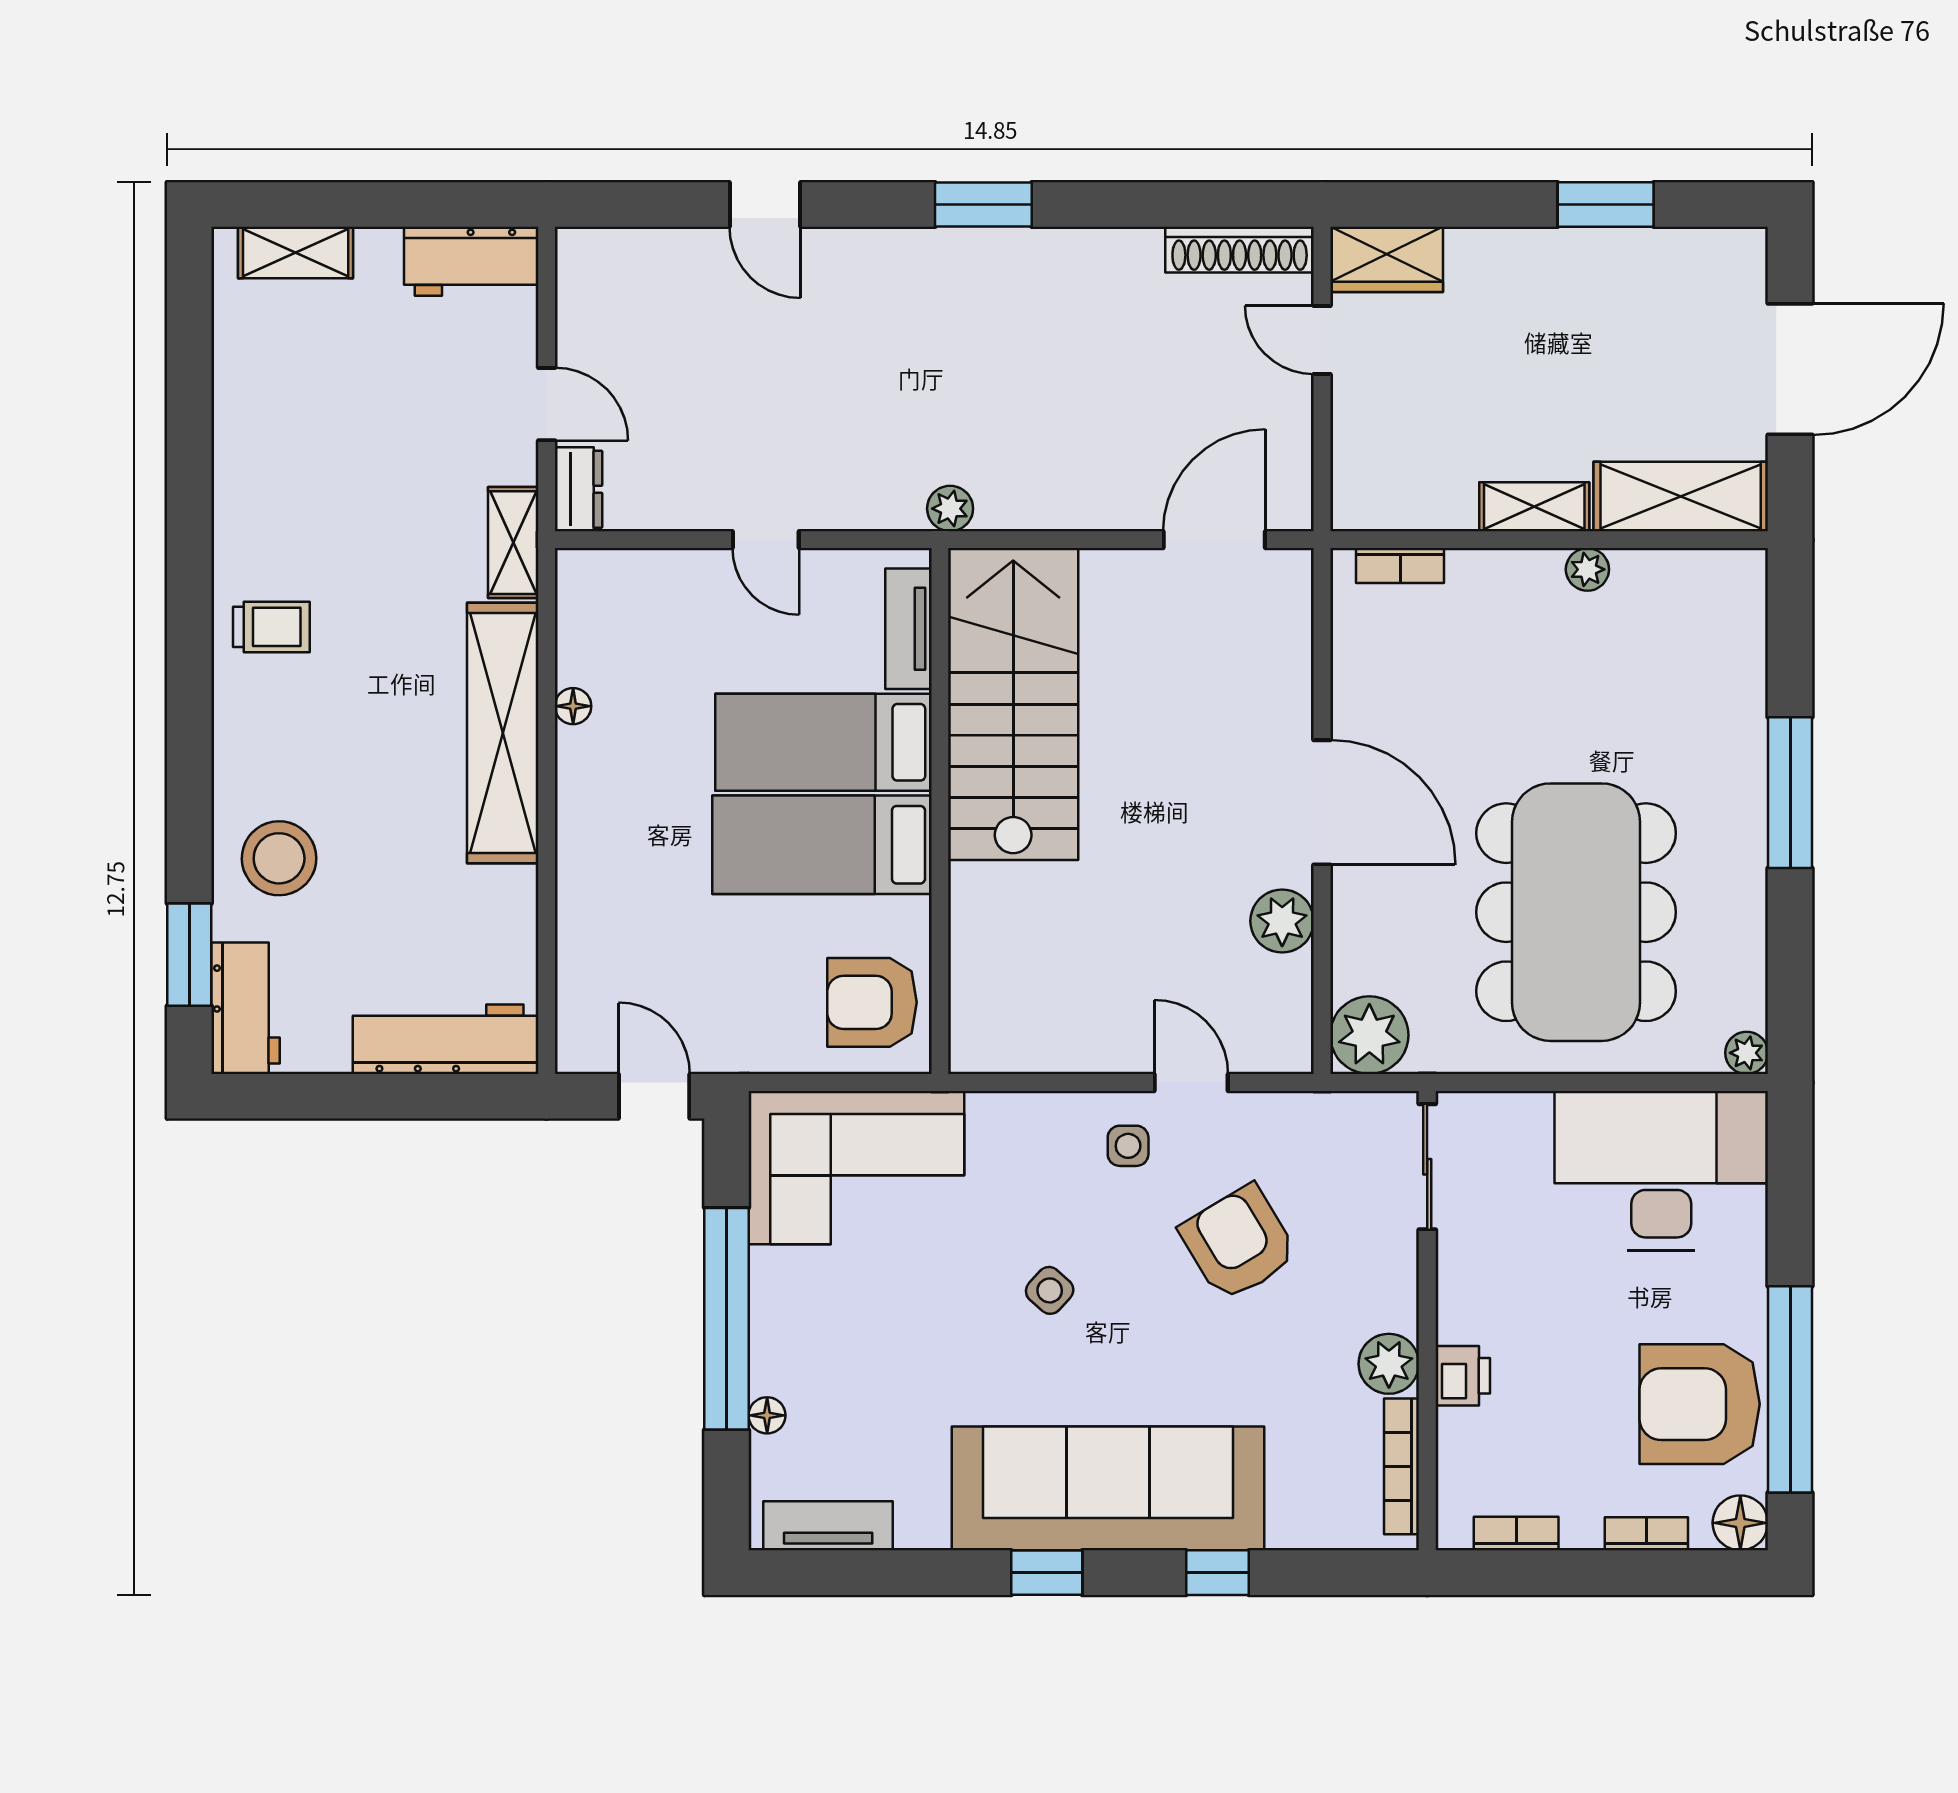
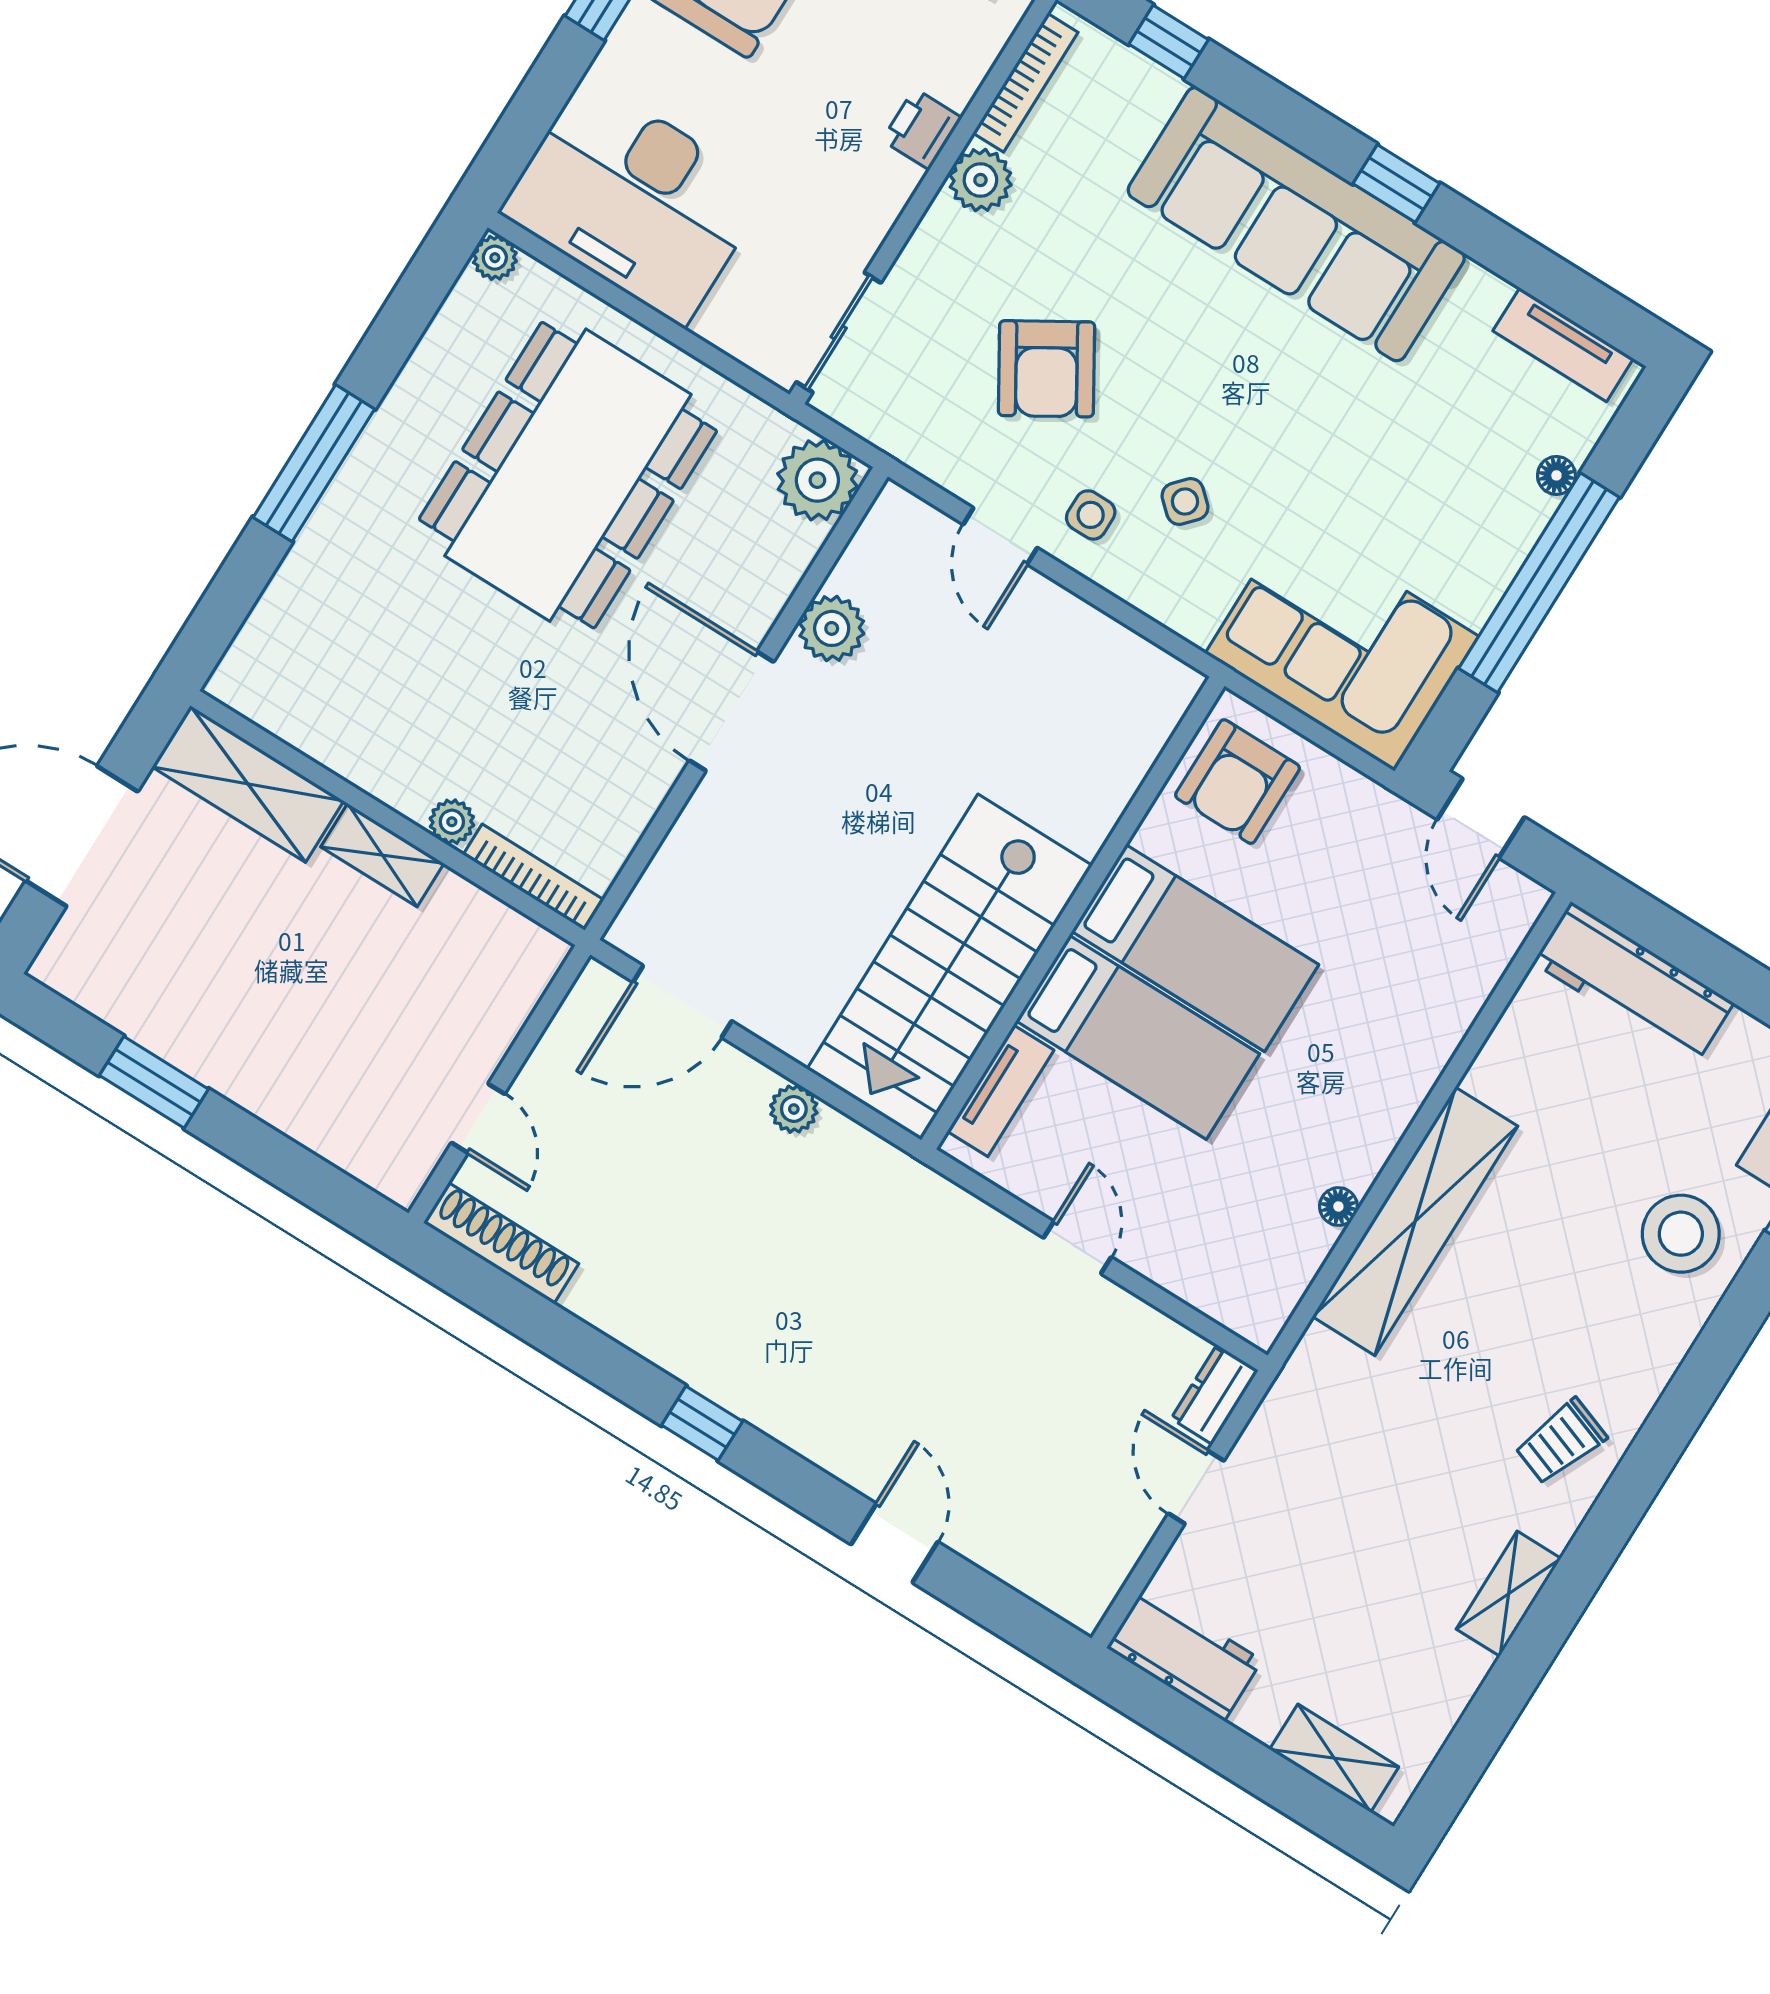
window: (983, 205) -> (702, 1423), width x0.67
wardrobe: (1387, 259) -> (377, 1154), removed
plant: (950, 509) -> (794, 1109), moved
shelving: (513, 543) -> (1509, 1594), moved
bookcase: (1400, 566) -> (533, 877), width x1.56
plant: (1587, 569) -> (452, 822), moved
trolley: (271, 627) -> (1561, 1442), turned -70
armchair: (872, 1002) -> (1237, 782), turned 90
side table: (1050, 1290) -> (1185, 502), moved
window: (1218, 1573) -> (1169, 42), moved

